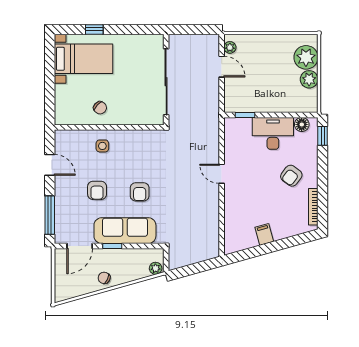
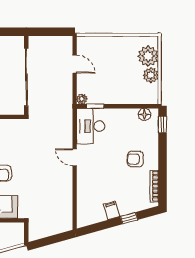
plant: (230, 47) -> (82, 99), moved
desk: (273, 133) -> (91, 126), moved, turned -90
armchair: (291, 176) -> (135, 159), turned 53
window: (284, 244) -> (129, 218), added
plant: (156, 268) -> (17, 240), removed

